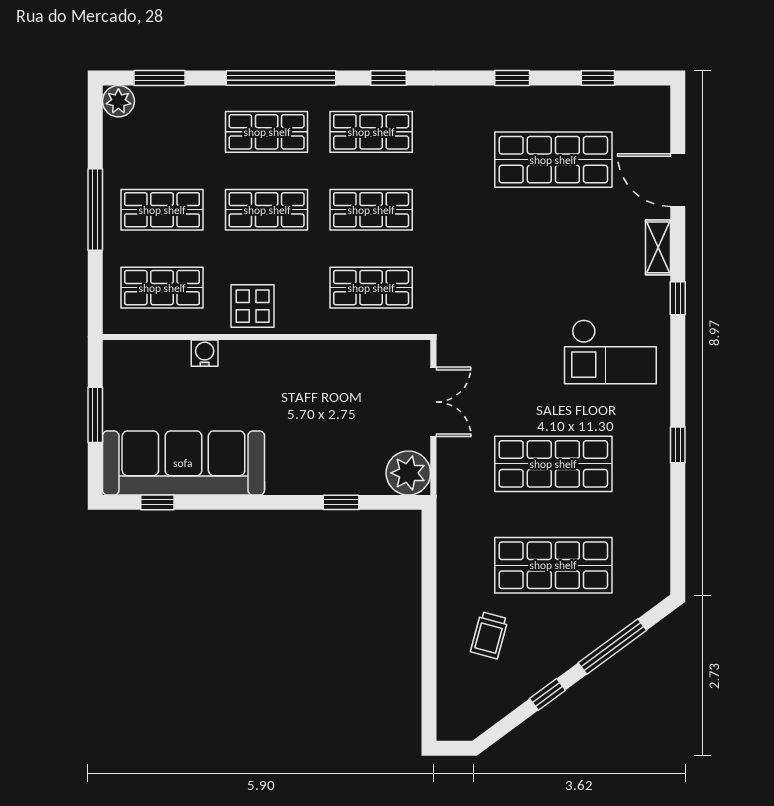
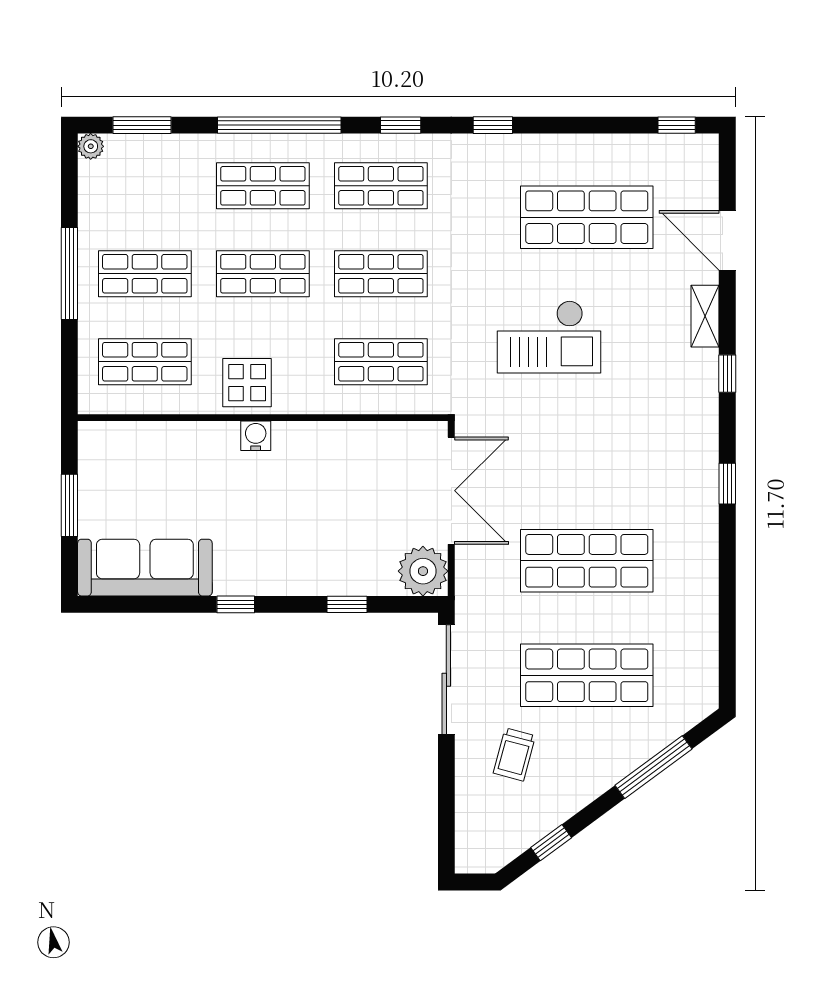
window: (512, 78) -> (493, 125), moved
window: (598, 78) -> (677, 125), moved
plant: (118, 101) -> (91, 146), width x0.73, depth x0.73
checkout: (610, 352) -> (549, 337), moved
water cooler: (205, 353) -> (256, 436), moved
double door: (433, 402) -> (451, 491), width x1.37
window: (678, 445) -> (727, 484), moved
sofa: (183, 463) -> (145, 568), width x0.74, depth x0.79
window: (157, 502) -> (236, 604), moved
sliding door: (429, 569) -> (446, 680), added
window: (547, 694) -> (551, 843), moved

